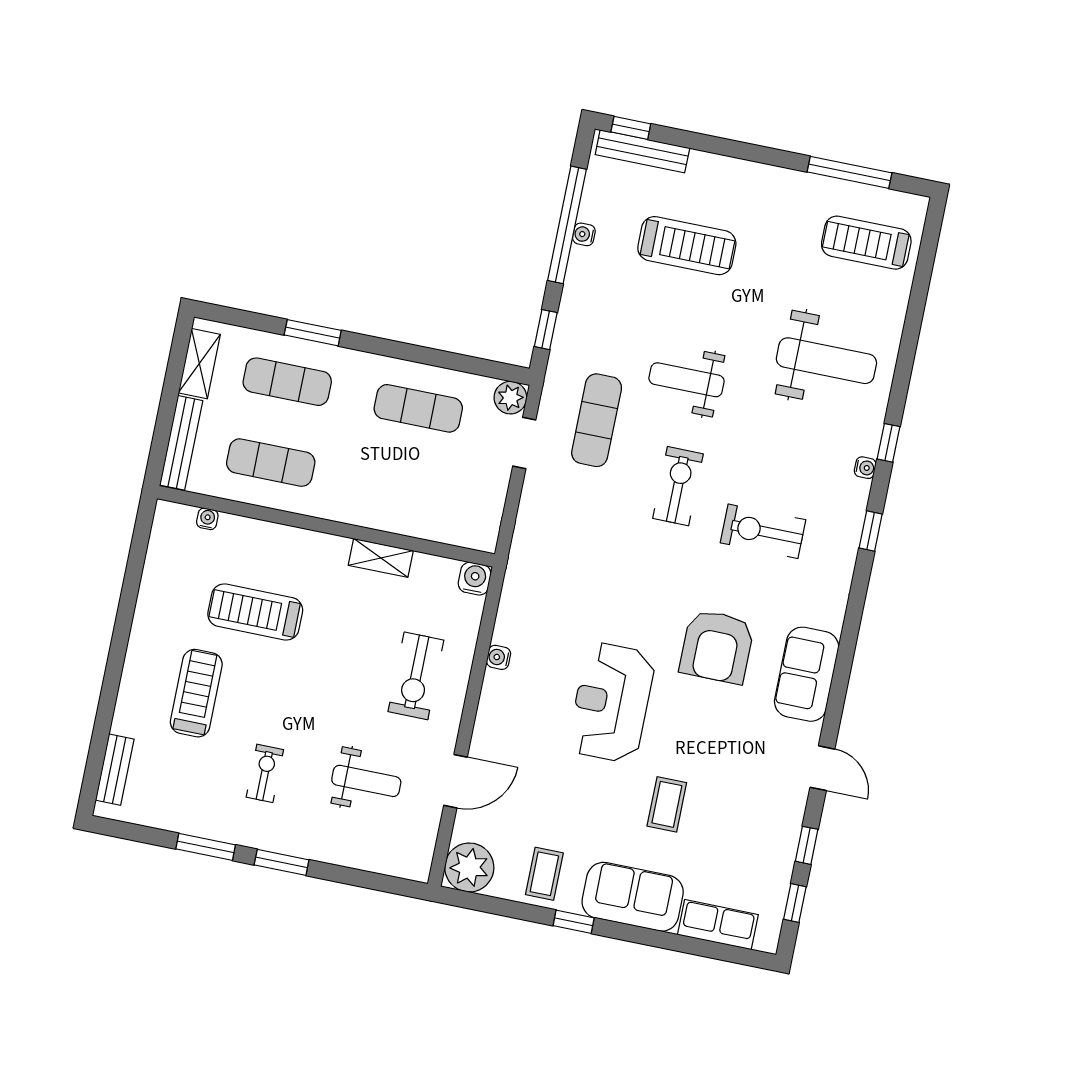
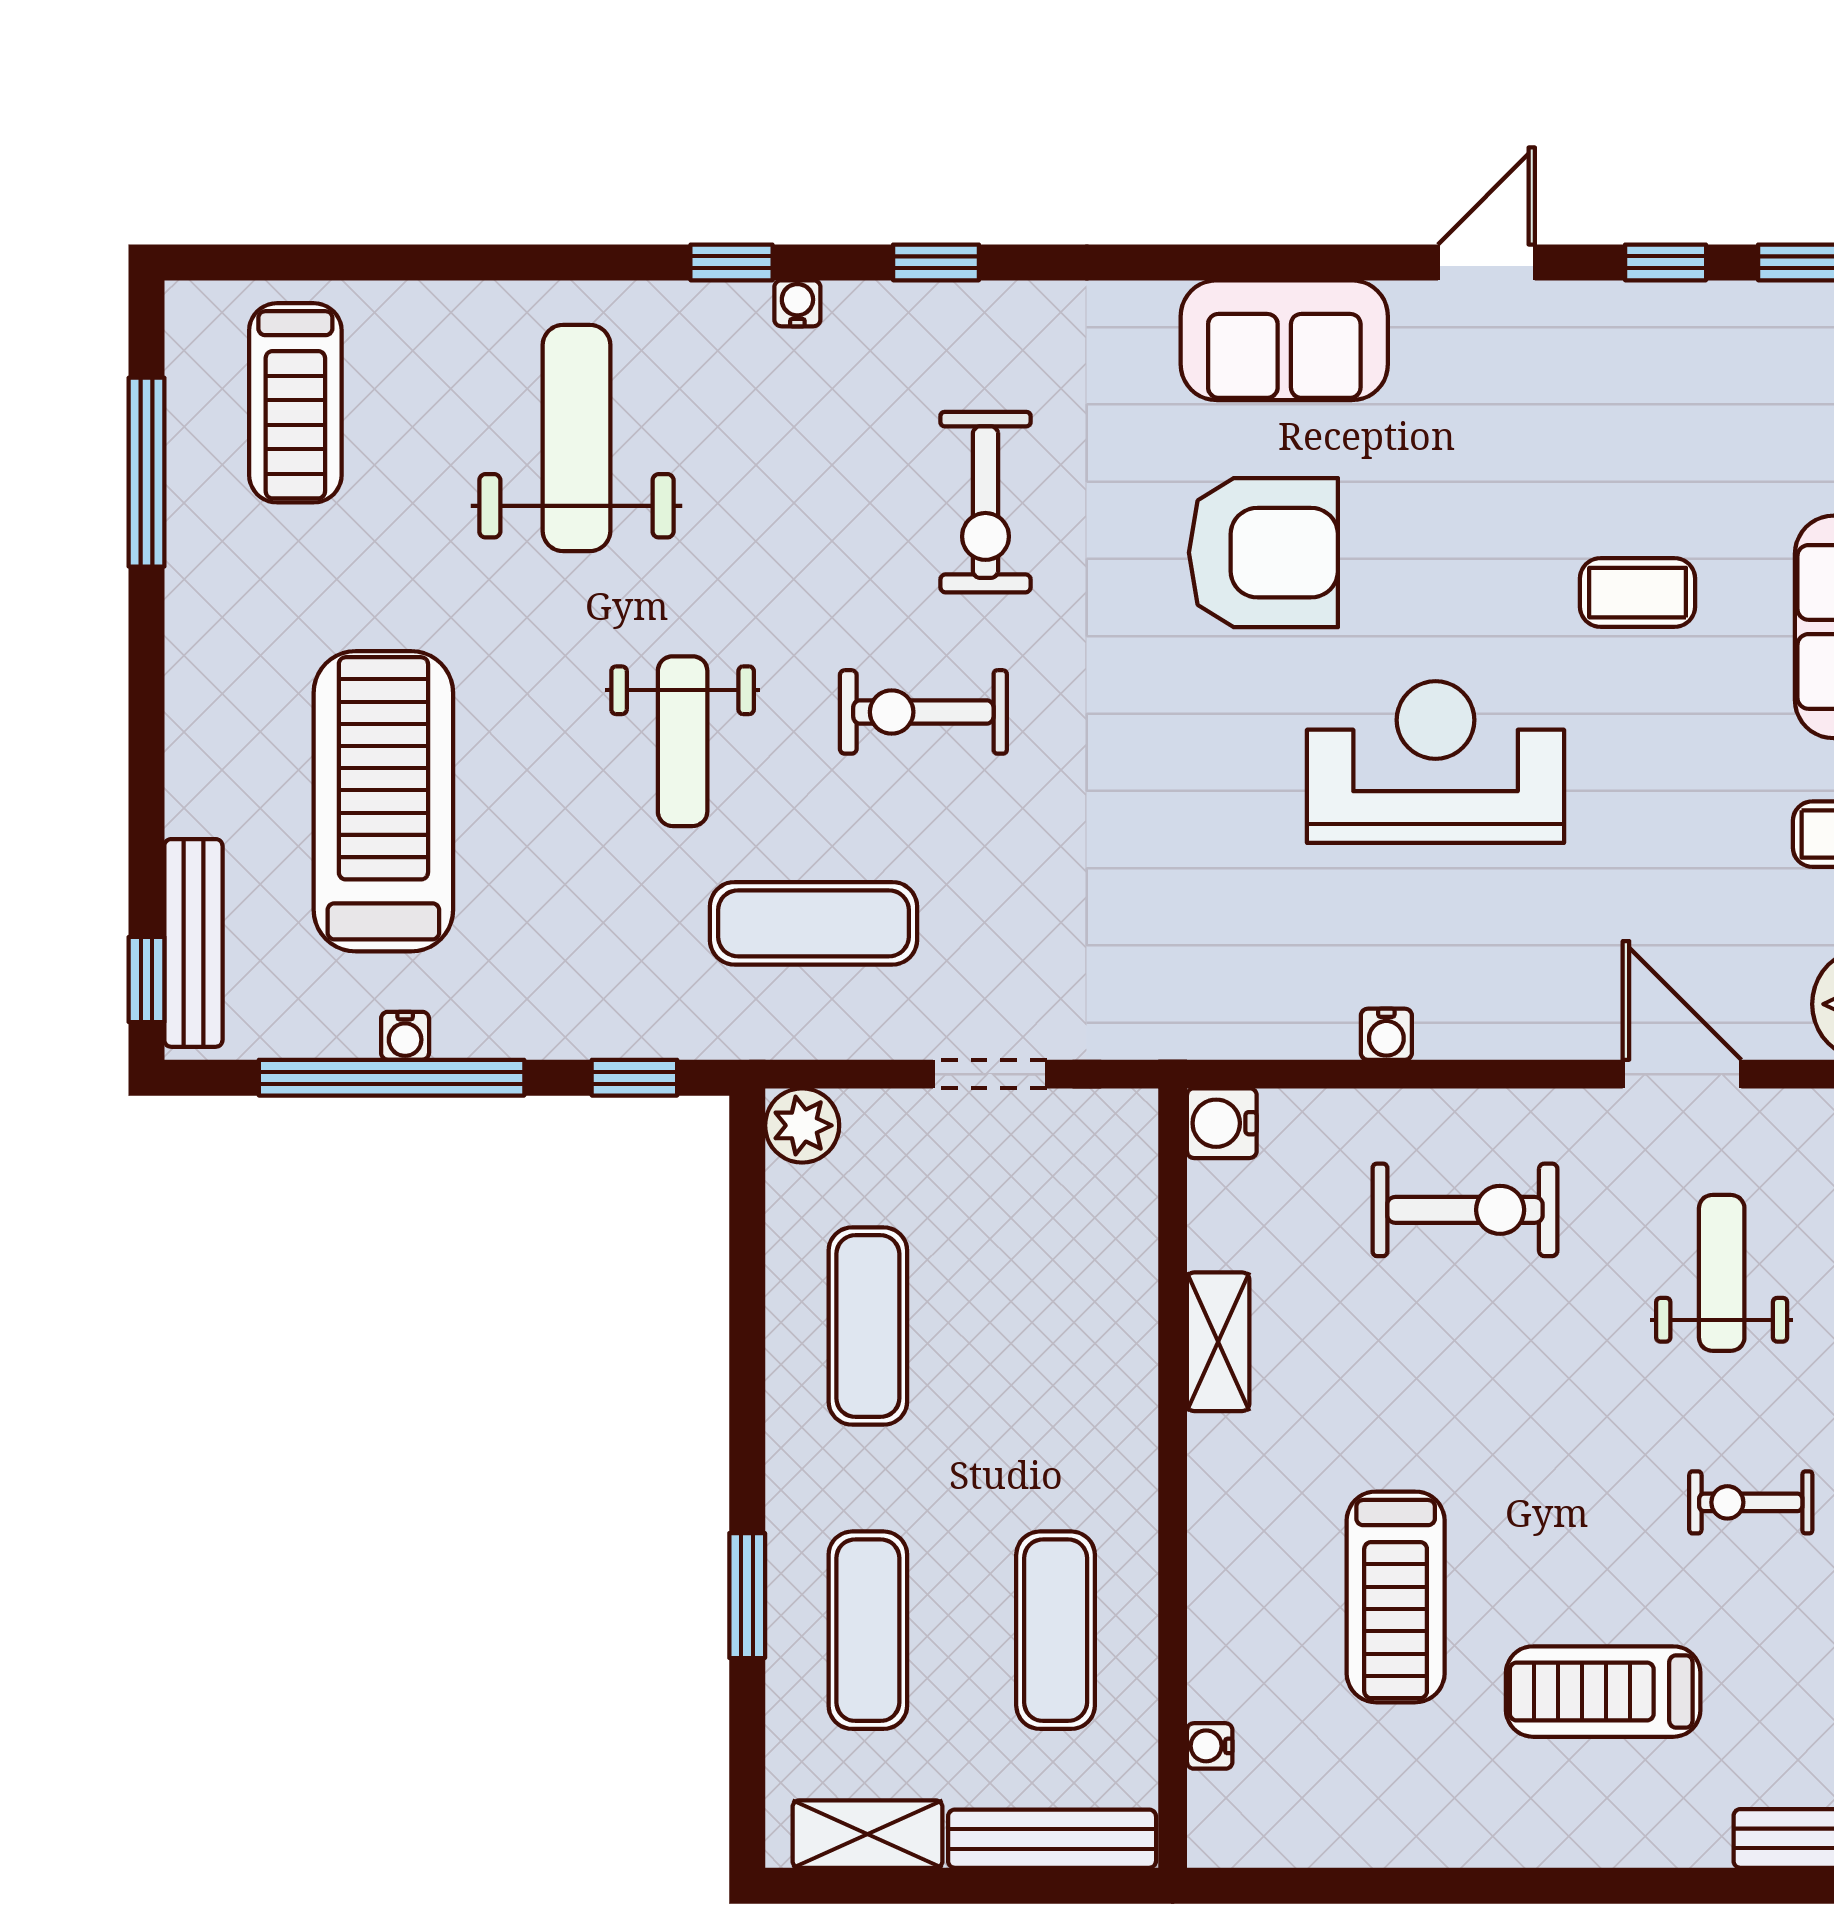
treadmill: (687, 246) -> (383, 801), width x1.37, depth x1.38
doorway: (524, 443) -> (990, 1074), moved
reception desk: (612, 702) -> (1436, 762), turned 180

